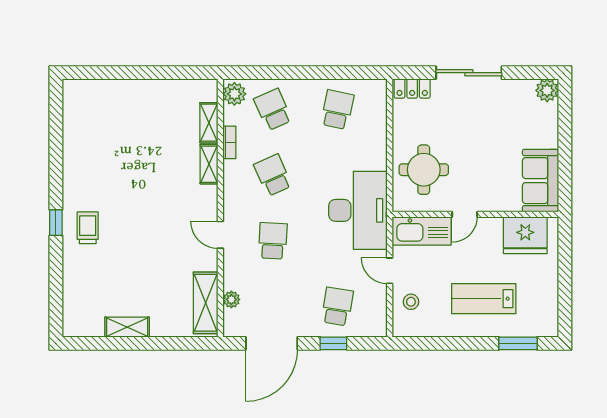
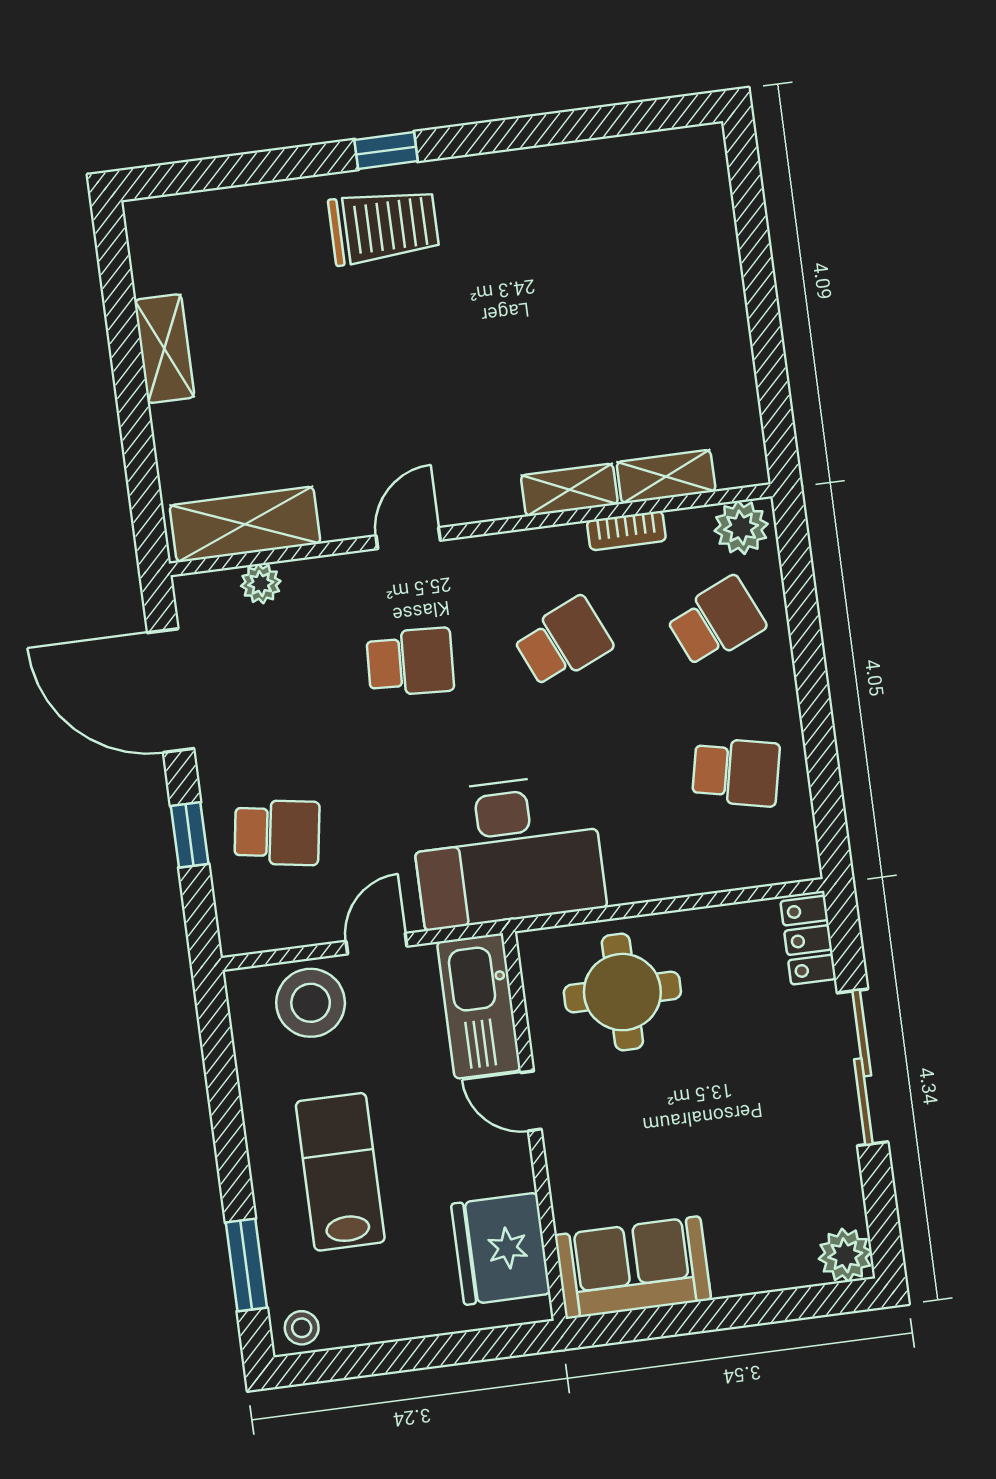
trolley: (88, 228) -> (384, 226), width x1.36, depth x1.39
stool: (411, 302) -> (311, 1003), width x1.89, depth x1.89
stool: (547, 324) -> (302, 1328), added

